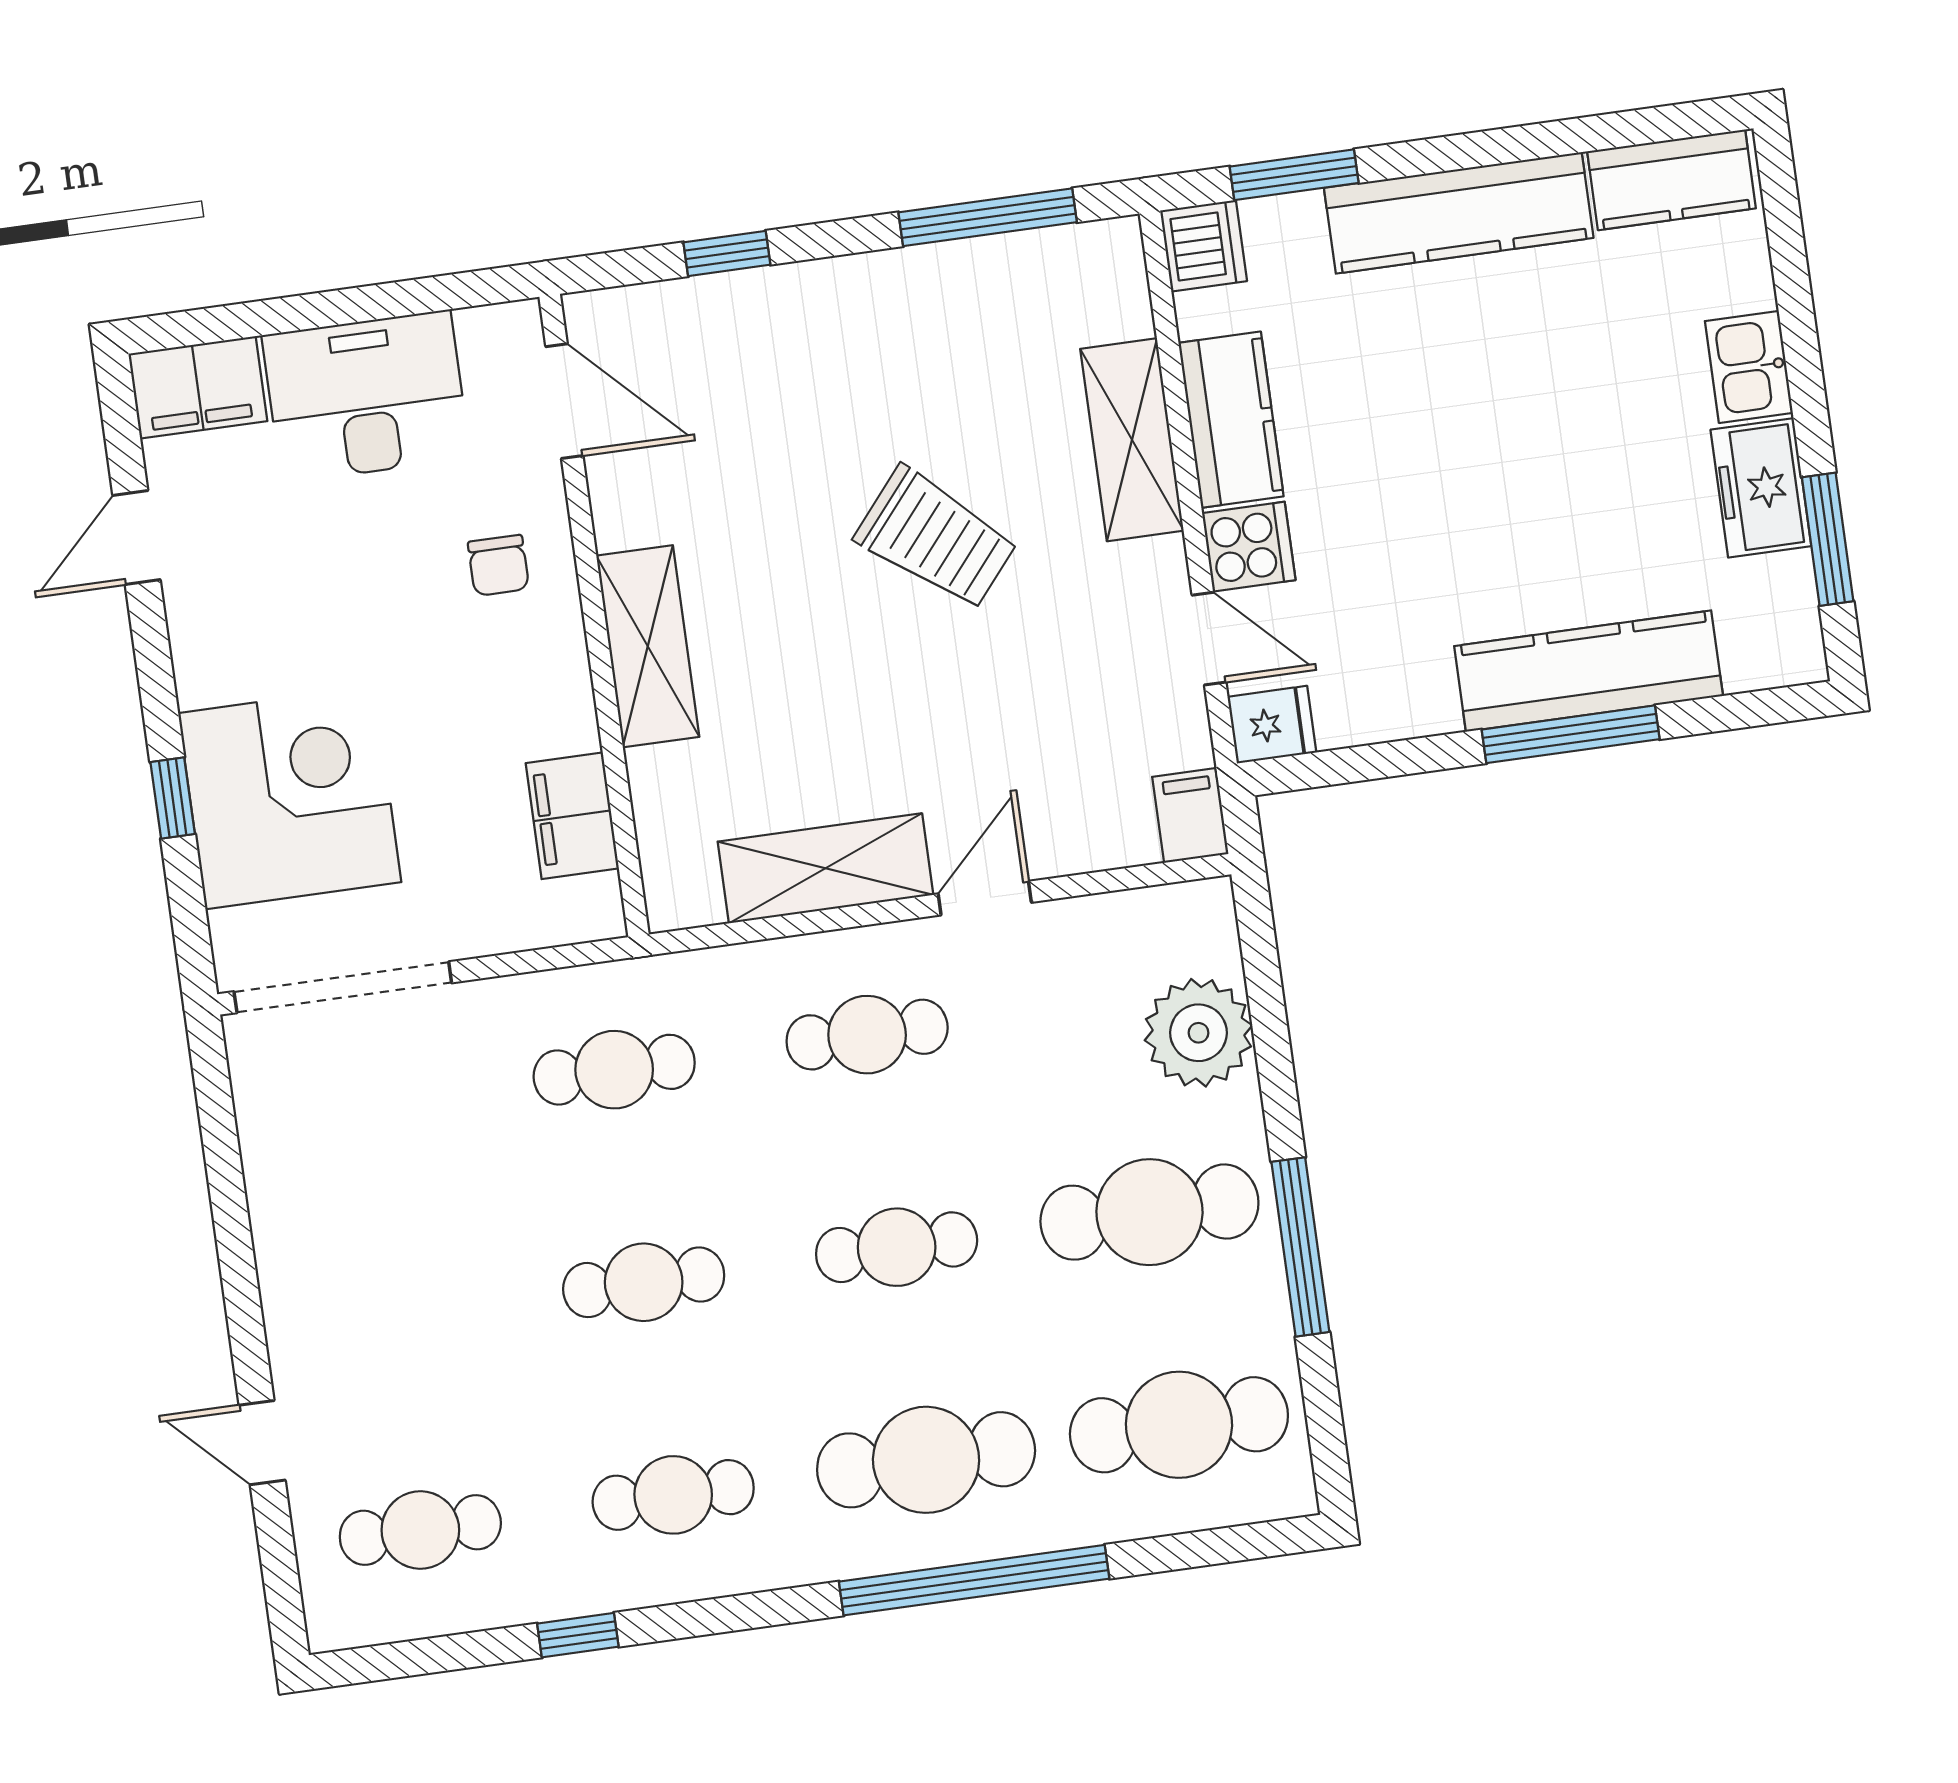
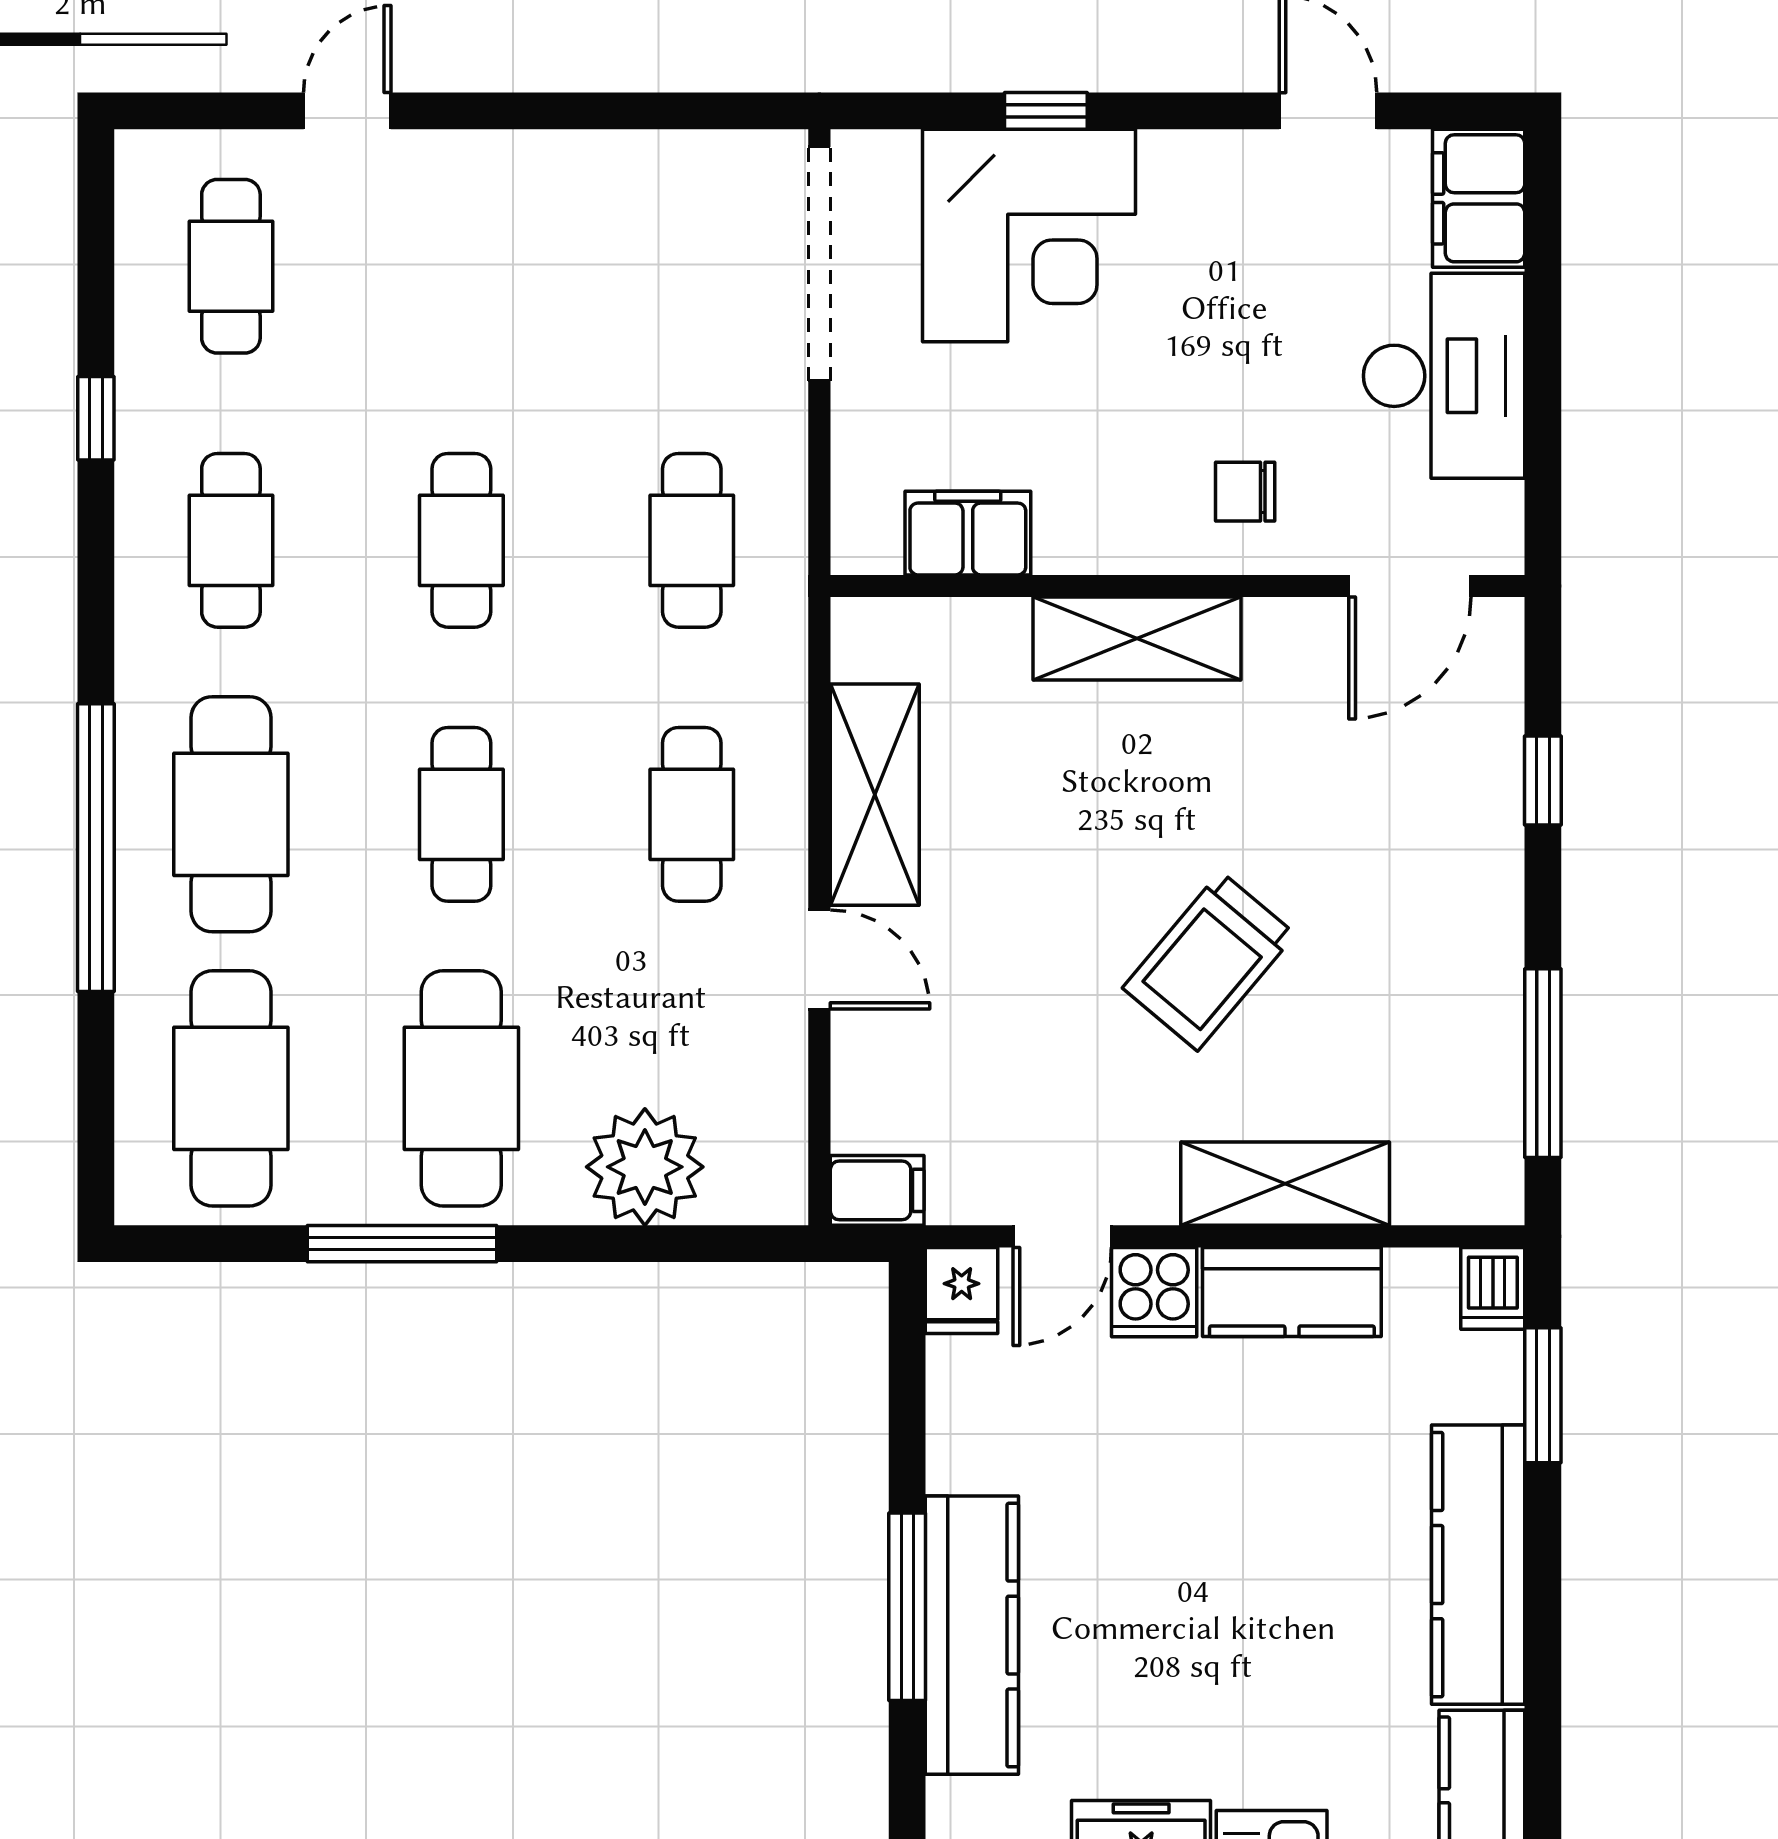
dishwasher: (1204, 246) -> (1493, 1288), width x0.73

